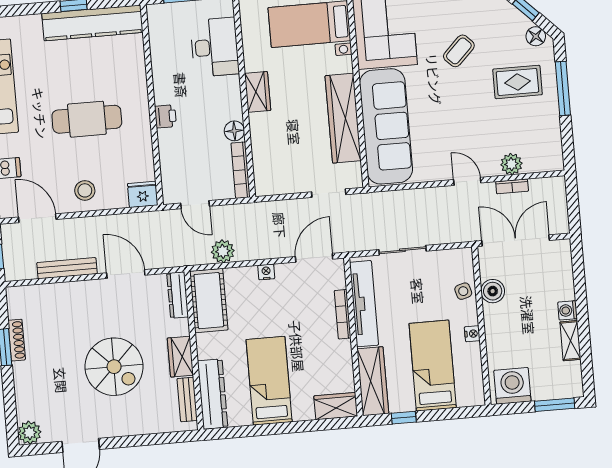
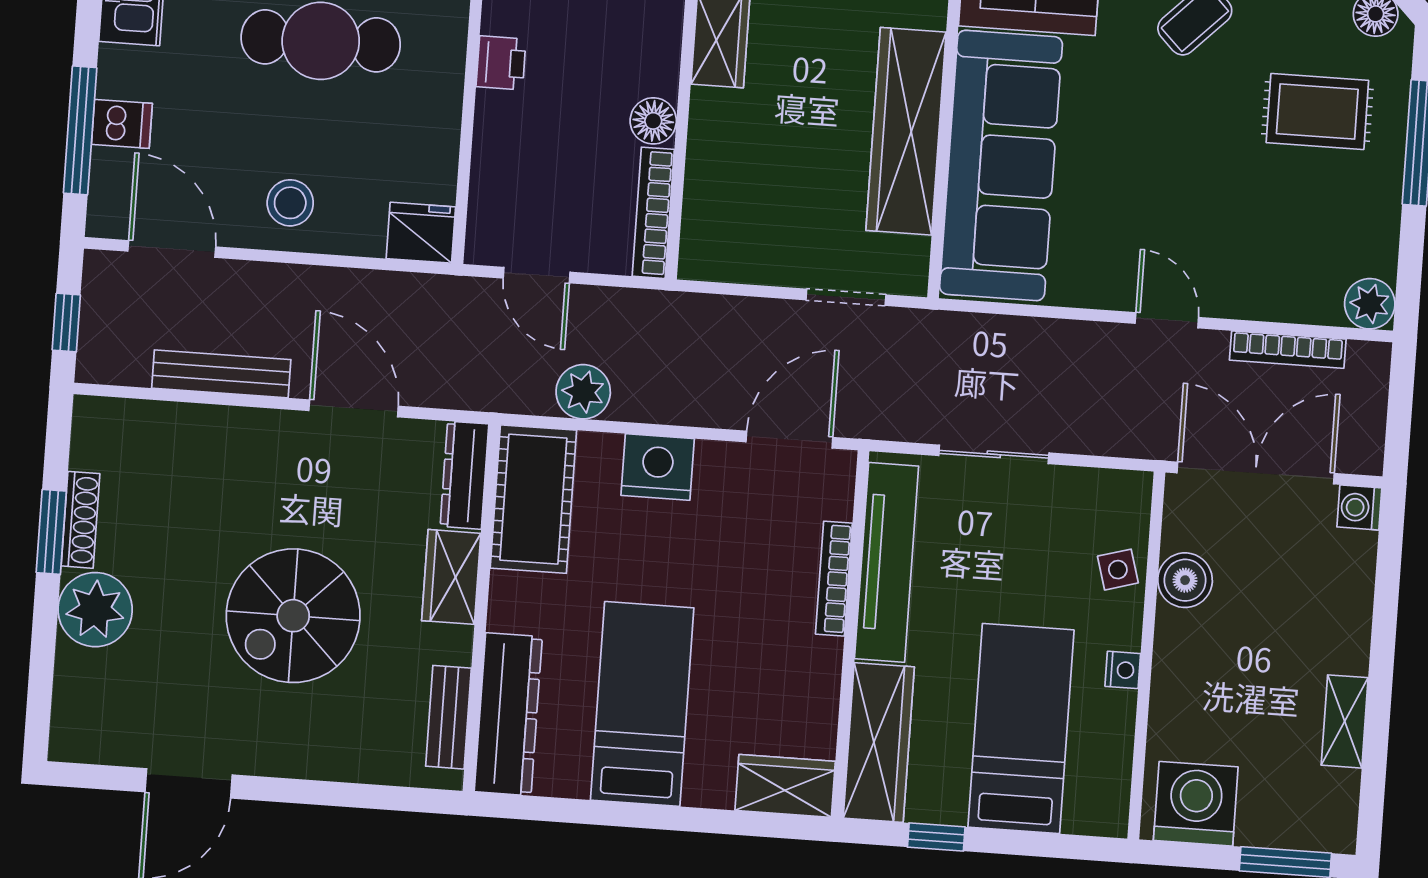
plant: (511, 164) -> (1370, 304), moved
bookcase: (512, 186) -> (1288, 350), width x1.56
nightstand: (266, 272) -> (658, 467), width x1.89, depth x1.79
washing machine: (568, 310) -> (1359, 507), moved
wardrobe: (180, 357) -> (451, 577), moved
spiral stairs: (114, 367) -> (293, 616), turned 90
plant: (29, 433) -> (95, 610), moved, width x1.36, depth x1.36

